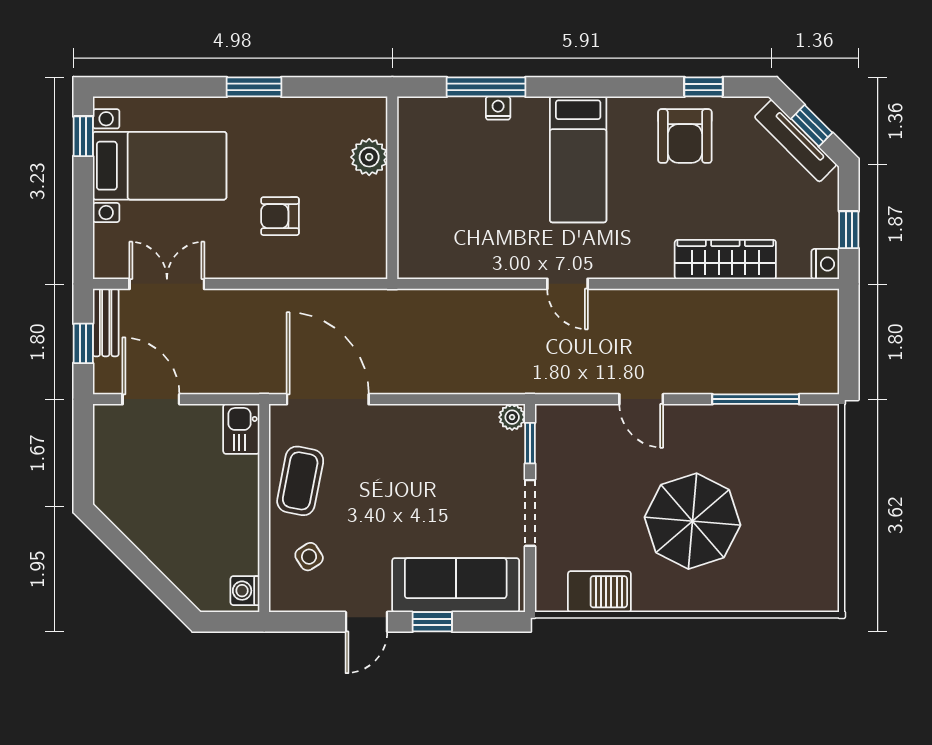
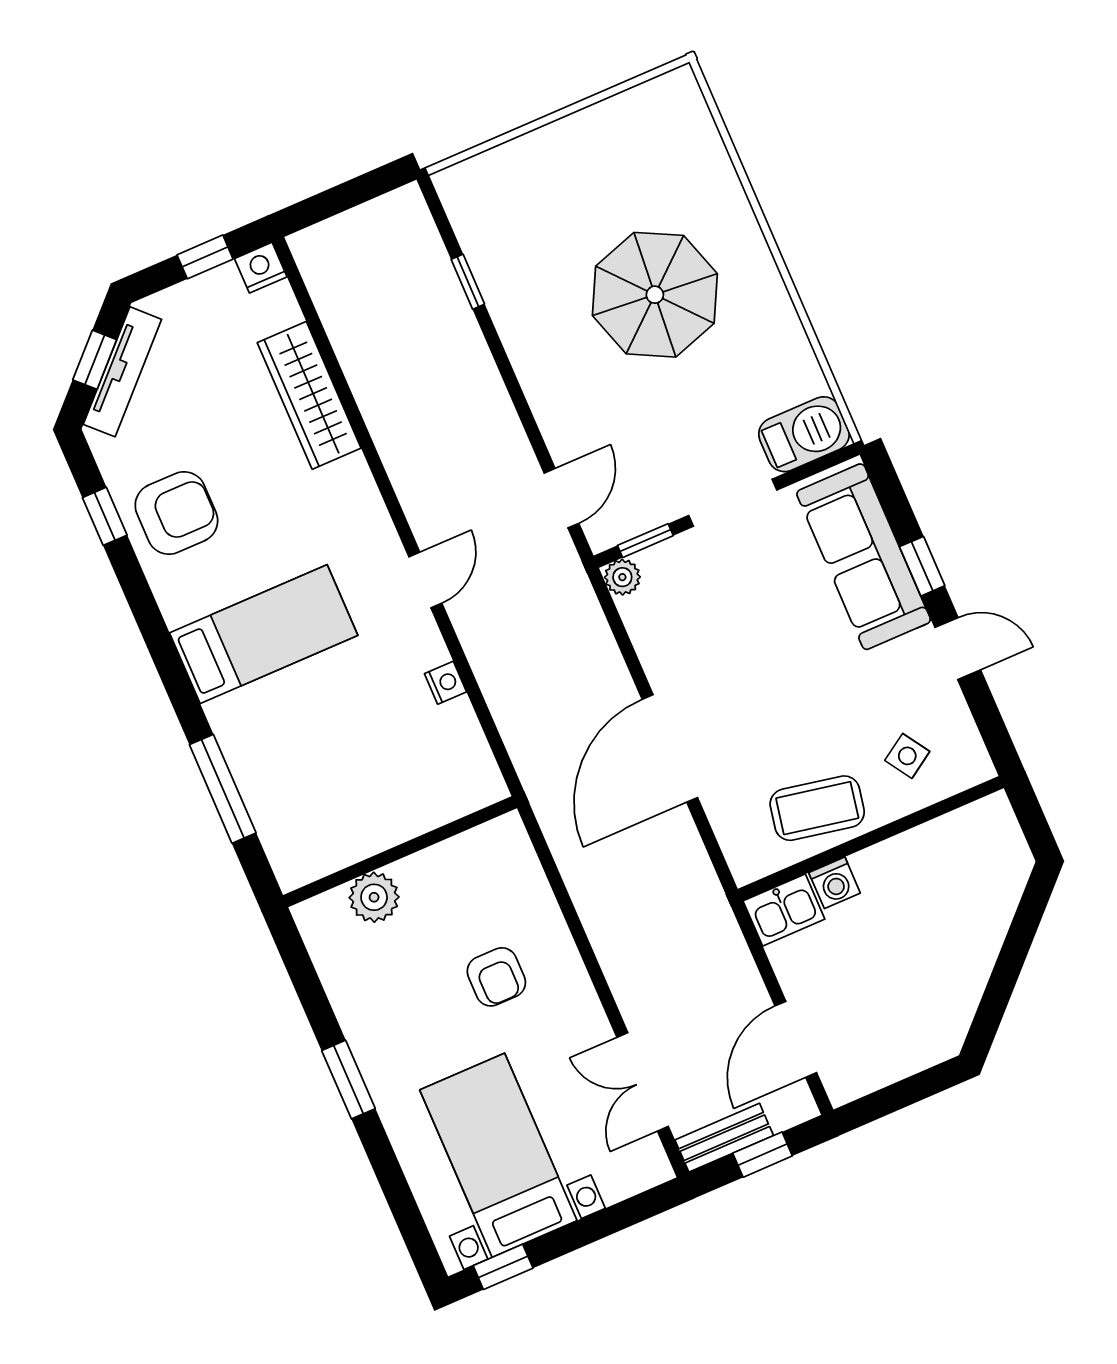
nightstand: (498, 108) -> (445, 683), moved, turned 180
door: (328, 399) -> (670, 748), moved
door: (641, 399) -> (562, 498), moved
window: (756, 399) -> (468, 282), width x0.46
washing machine: (245, 591) -> (835, 883), moved
barbecue: (599, 592) -> (804, 434), moved, turned 90

